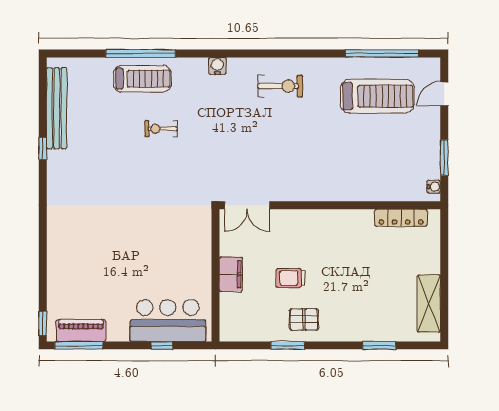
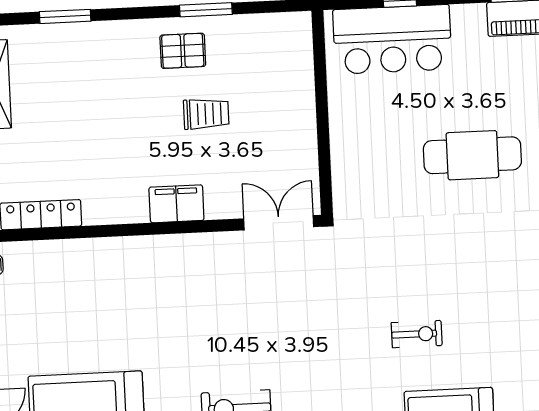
cafe table: (120, 243) -> (472, 155), added
filing cabinet: (231, 274) -> (176, 204), moved, turned 90

